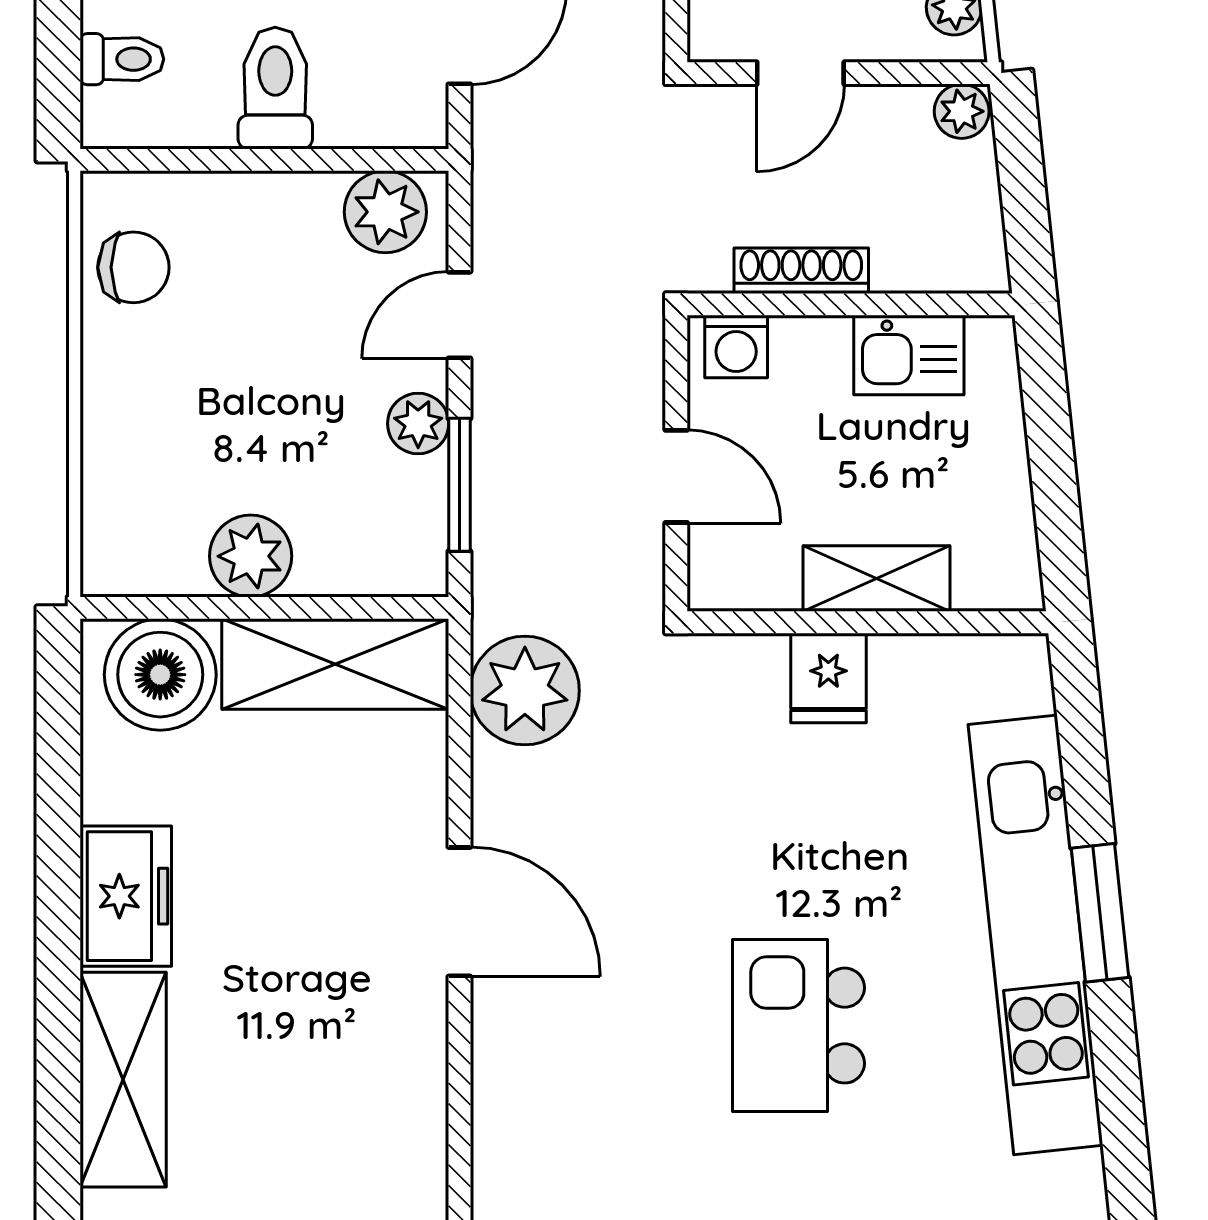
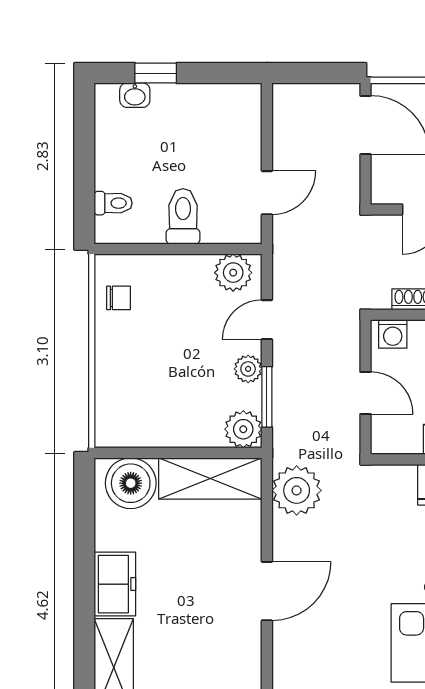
chair: (133, 267) -> (119, 298), width x0.73, depth x0.73
plant: (251, 556) -> (243, 429), moved
door: (459, 912) -> (267, 591), hinge flipped

